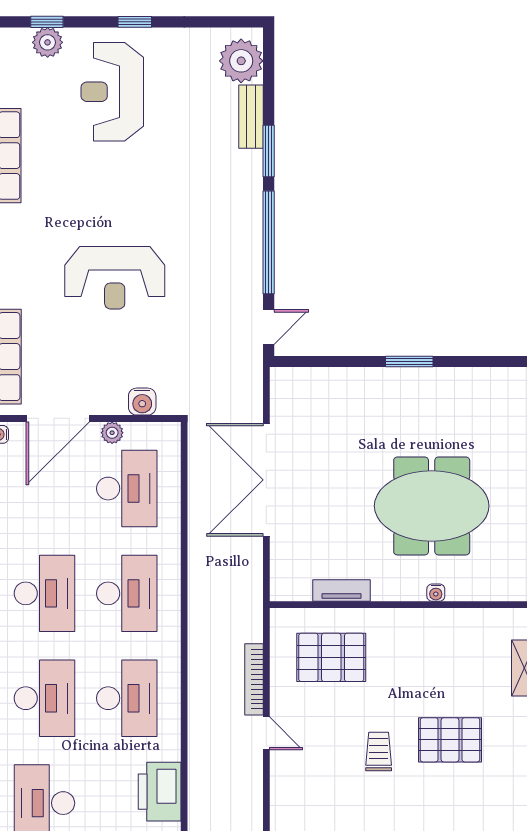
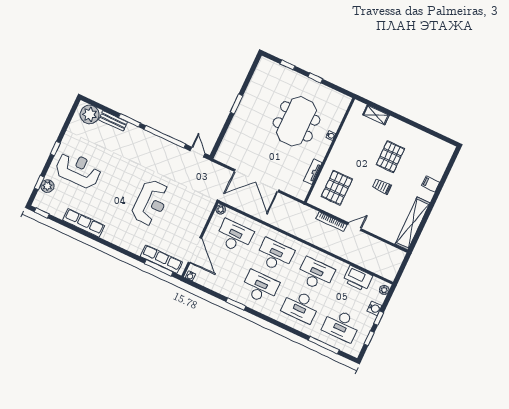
reception desk: (112, 92) -> (78, 170), turned 180
water cooler: (142, 402) -> (204, 215), removed
plant: (112, 433) -> (221, 209), moved
desk: (44, 698) -> (301, 306), turned 180

